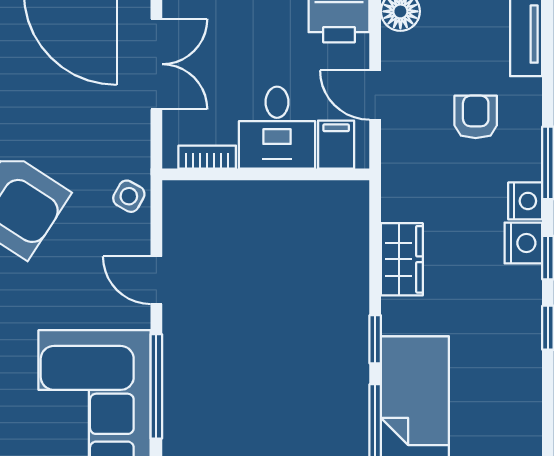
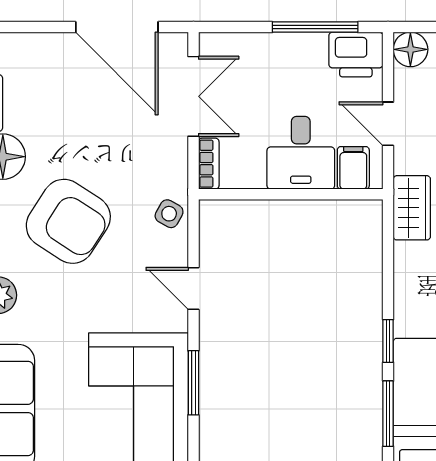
bookcase: (207, 157) -> (209, 164), moved, turned 90
wardrobe: (402, 259) -> (412, 208), moved
window: (156, 386) -> (193, 383), width x0.69

